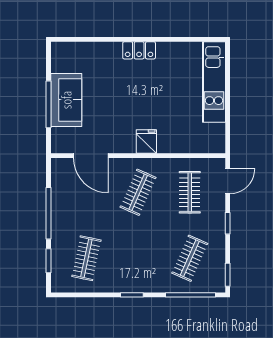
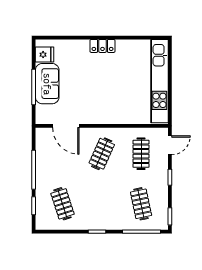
kitchen unit: (214, 82) -> (159, 81), width x1.36
fridge: (146, 141) -> (45, 55), moved, turned 90
clothes rail: (86, 258) -> (63, 204), turned -30
clothes rail: (190, 258) -> (141, 204), turned -36

